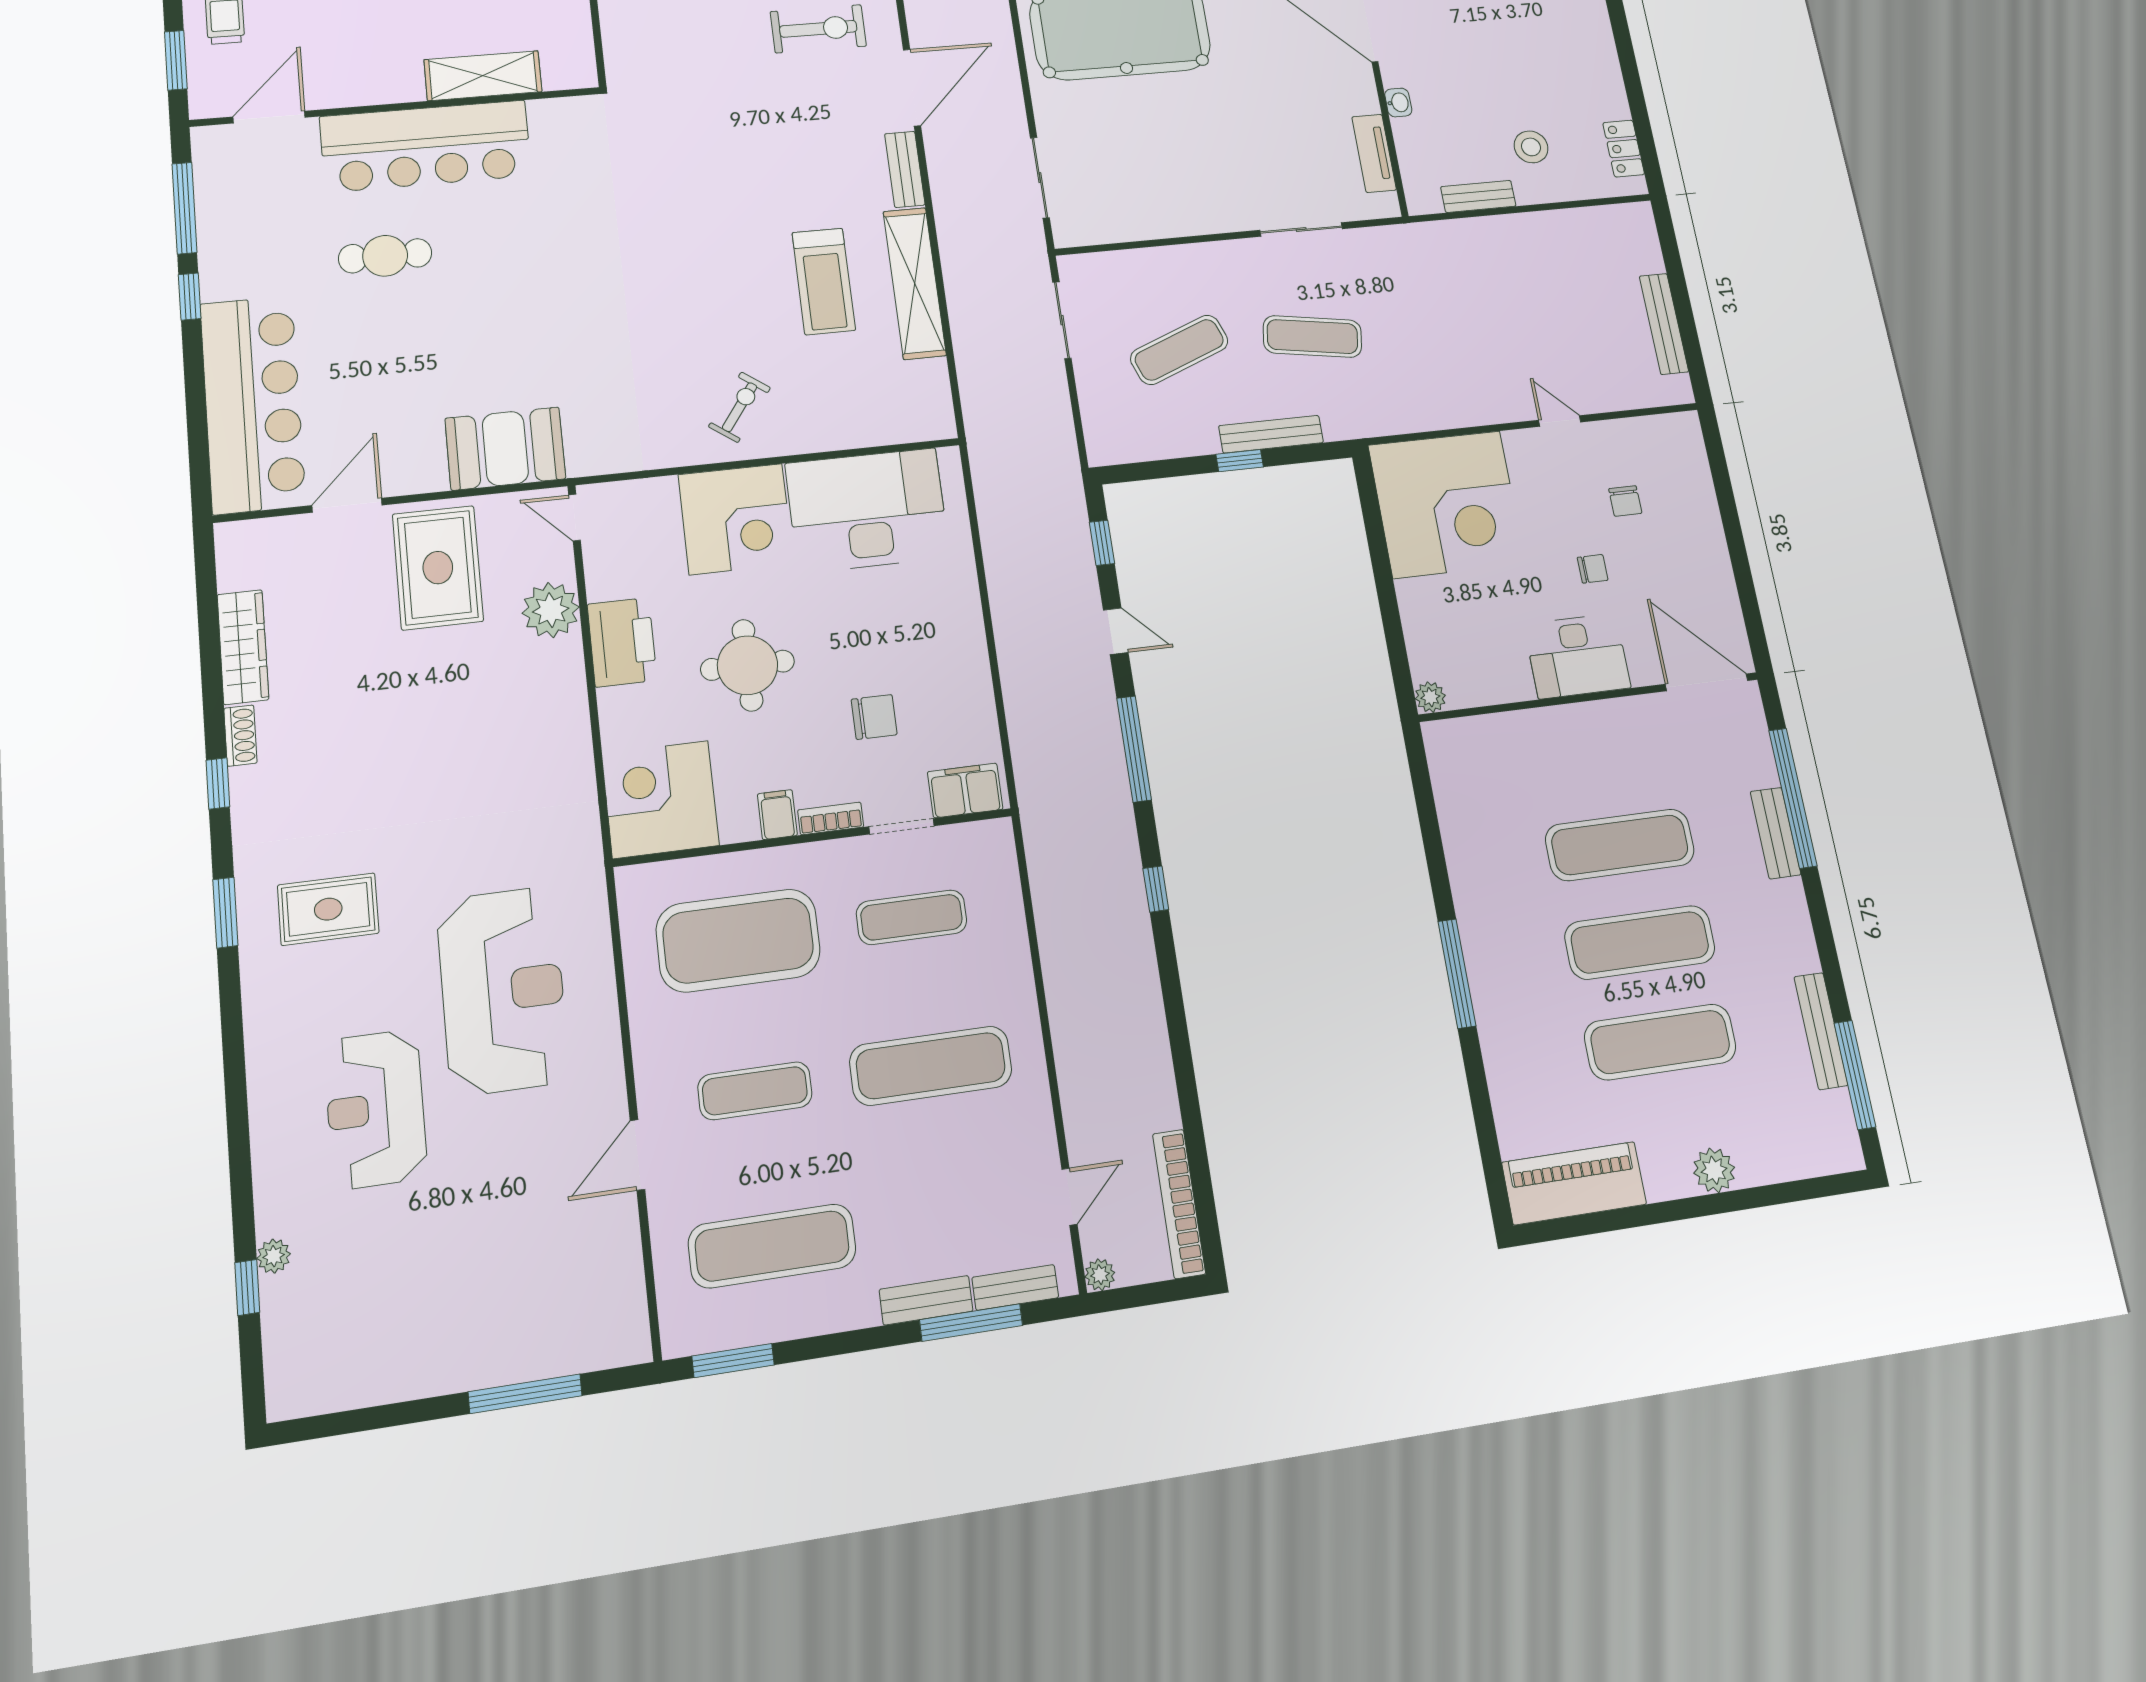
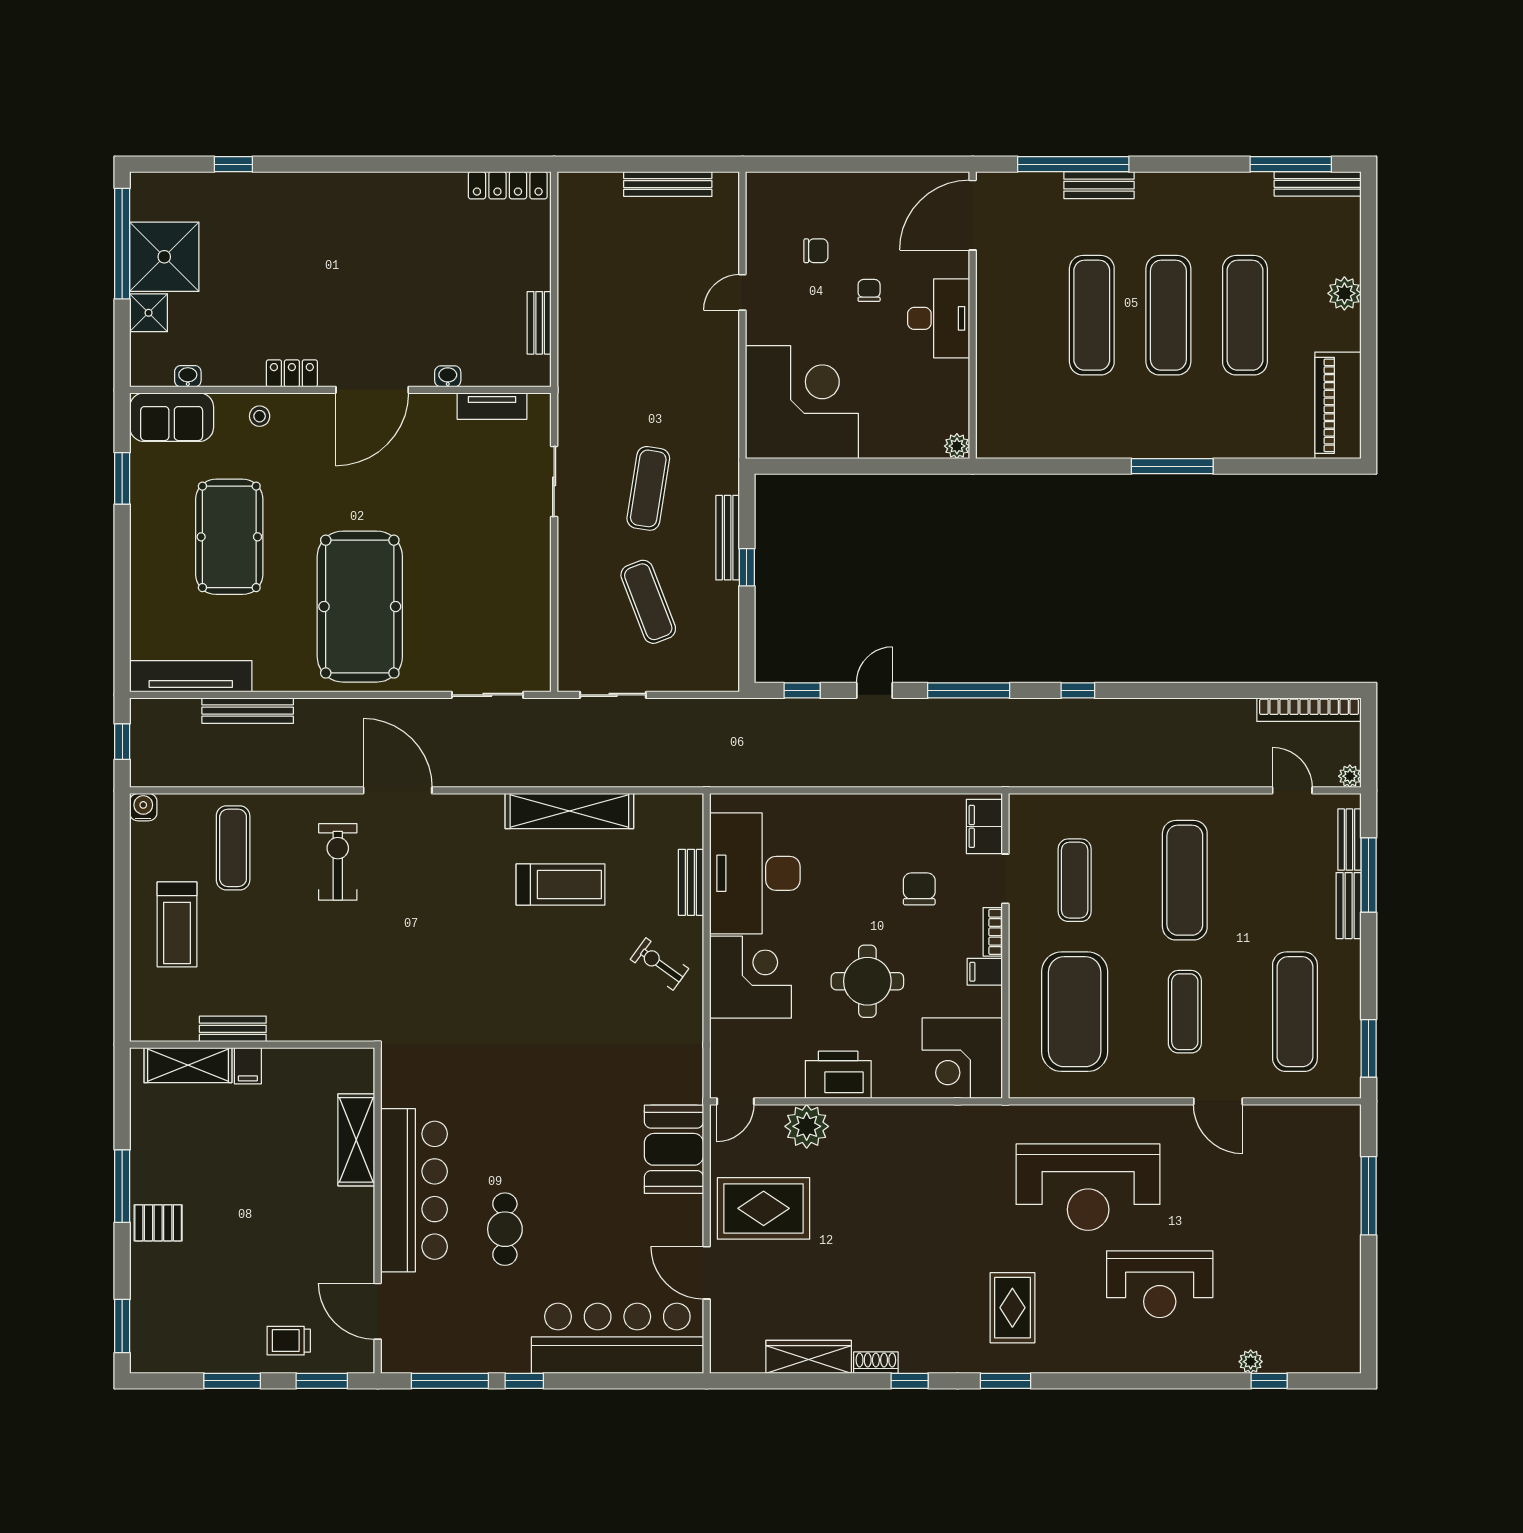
stool: (1531, 147) -> (499, 267), removed
locker: (1624, 149) -> (508, 185), width x1.53
bench: (905, 169) -> (691, 882), moved, turned 90
reception desk: (503, 991) -> (1088, 1187), turned 180
bench: (1821, 1031) -> (1318, 184), moved

